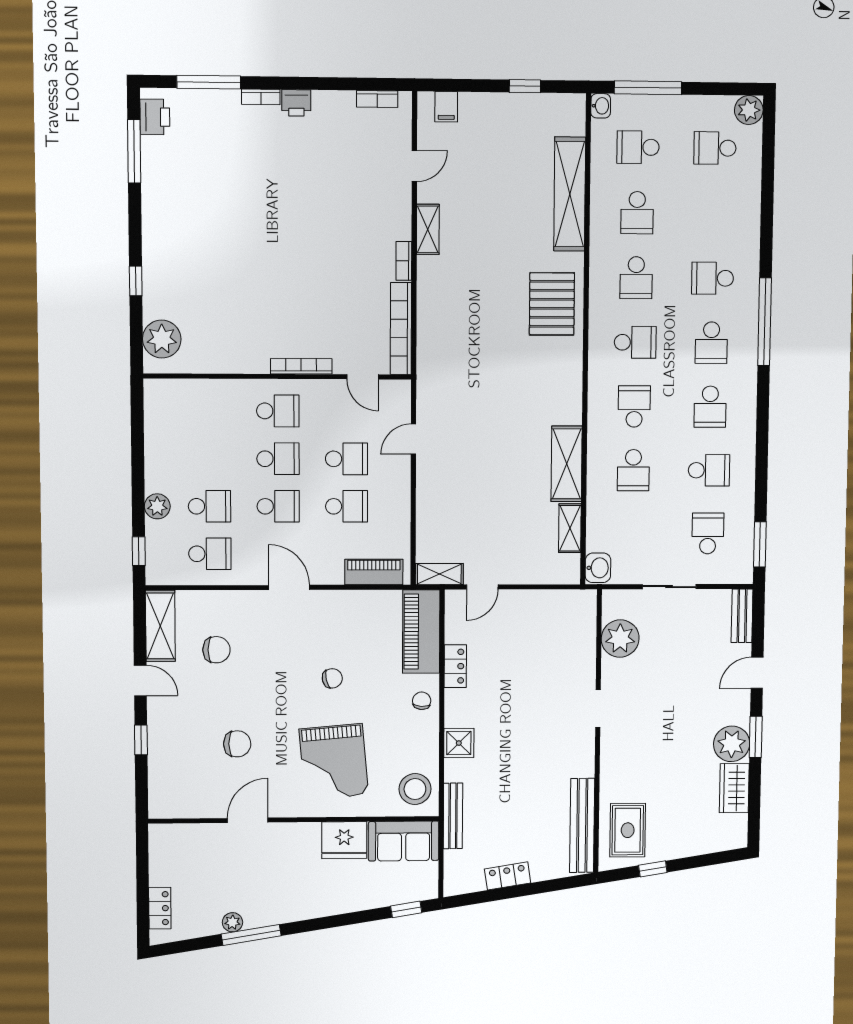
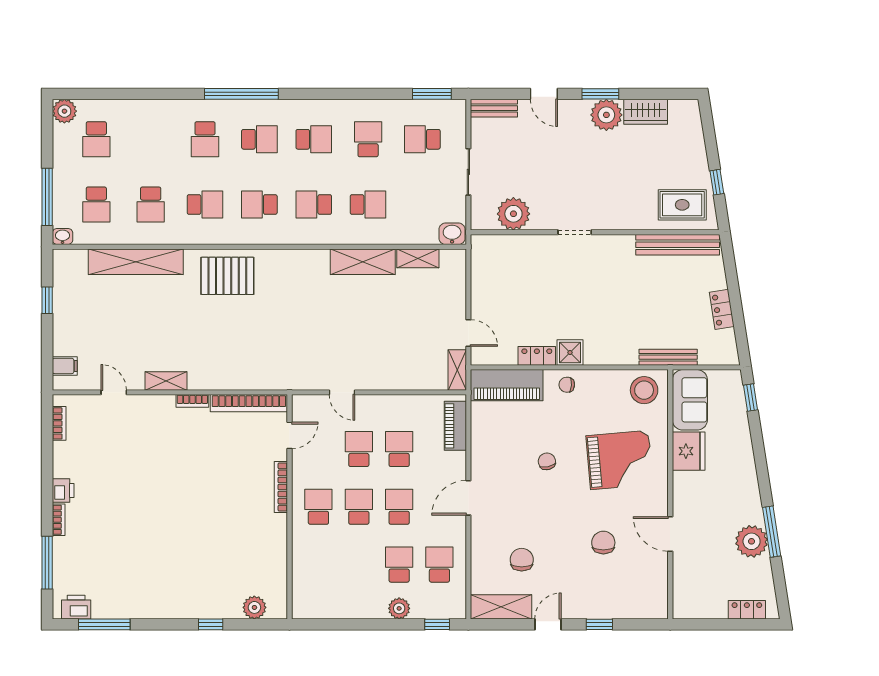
school desk: (637, 213) -> (151, 204), turned 90
plant: (162, 339) -> (254, 607), width x0.73, depth x0.73
school desk: (635, 342) -> (259, 204), turned -90
shower: (459, 743) -> (570, 352), moved
plant: (232, 922) -> (752, 541), width x1.88, depth x1.88

